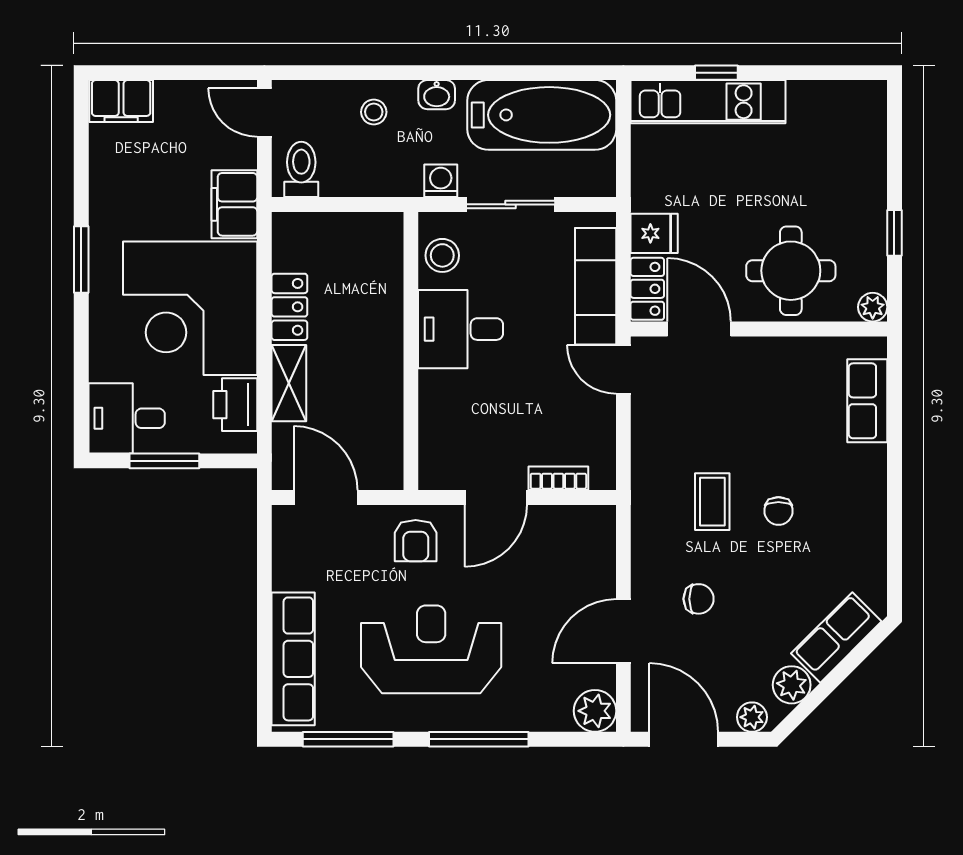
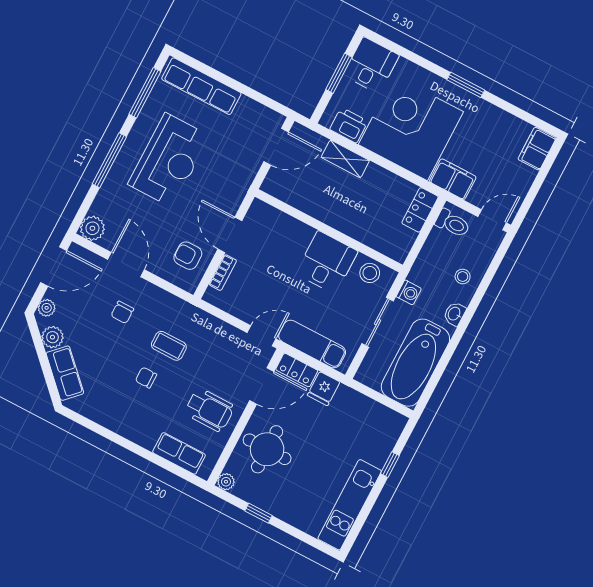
kitchen unit: (708, 102) -> (350, 505), moved
locker: (289, 307) -> (420, 210), moved, turned 90
wheelchair: (777, 389) -> (209, 410), added
armchair: (416, 541) -> (188, 256), moved

